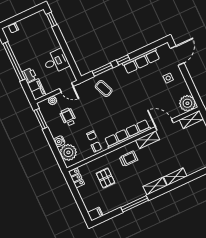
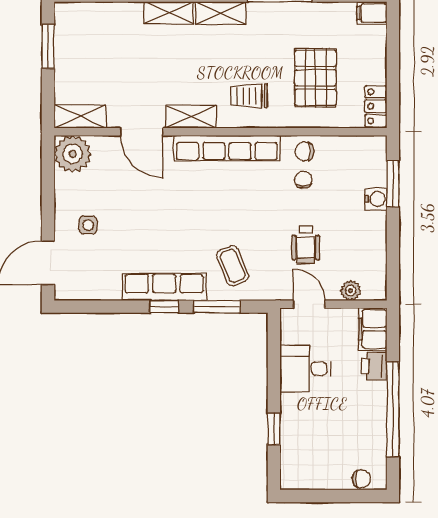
window: (52, 19) -> (274, 429), moved
row of seats: (141, 61) -> (164, 287), moved
wheelchair: (68, 117) -> (306, 245), moved
window: (41, 119) -> (393, 184), moved
plant: (68, 152) -> (368, 167), removed
pallet: (106, 178) -> (315, 78), width x1.50, depth x1.42

